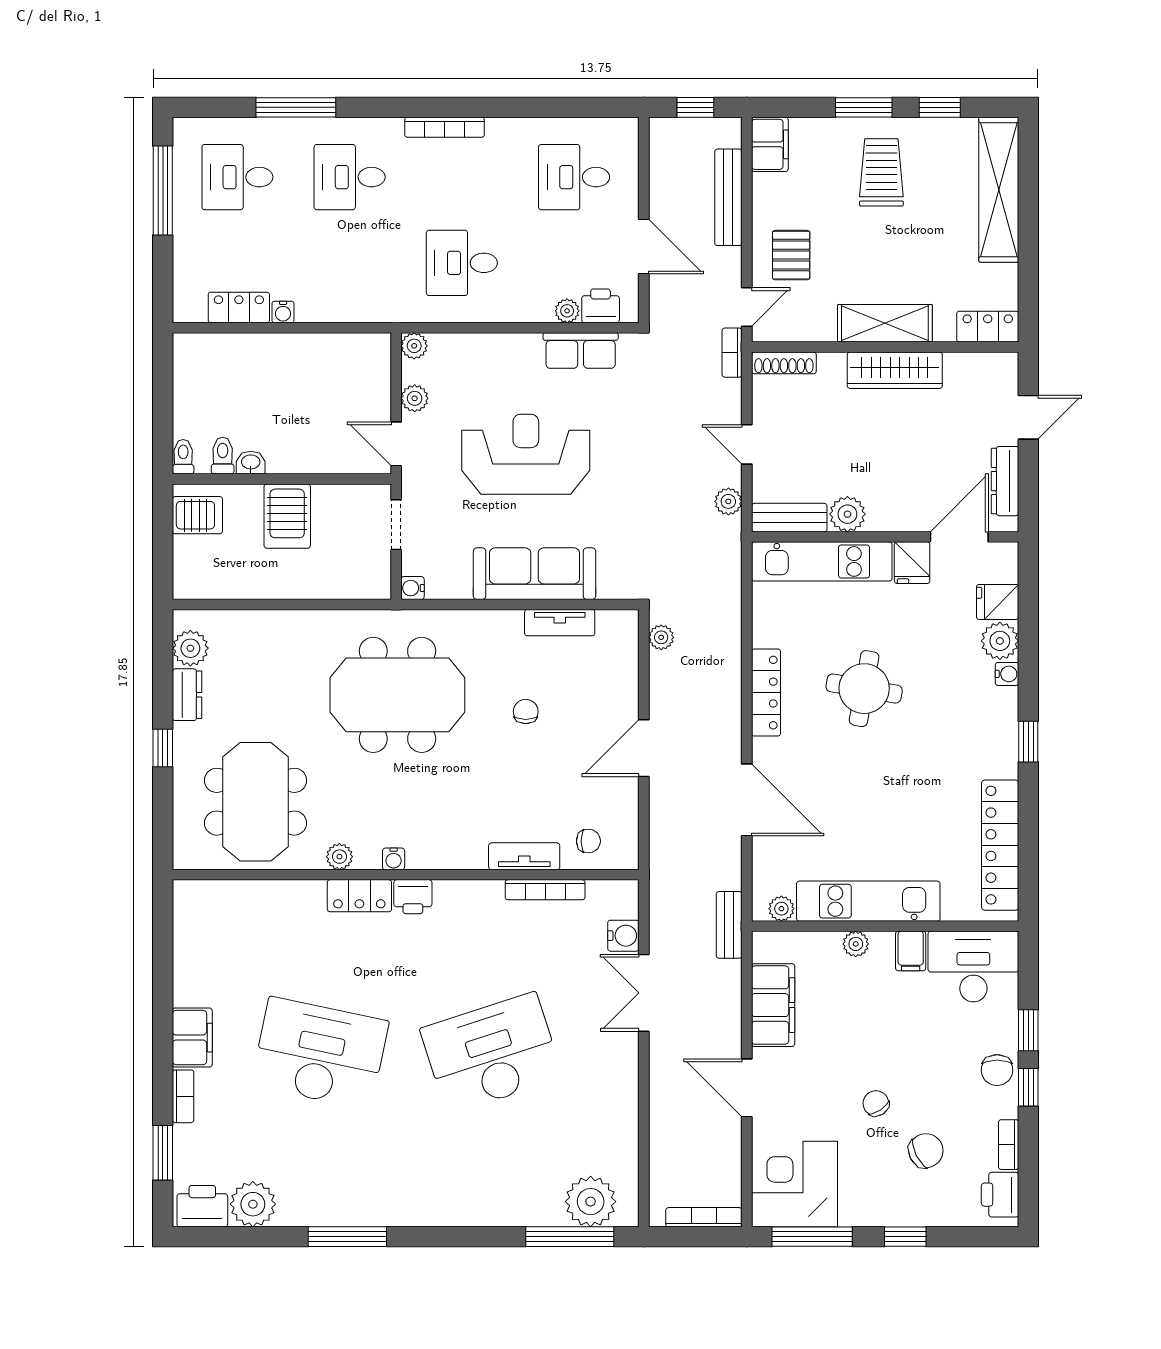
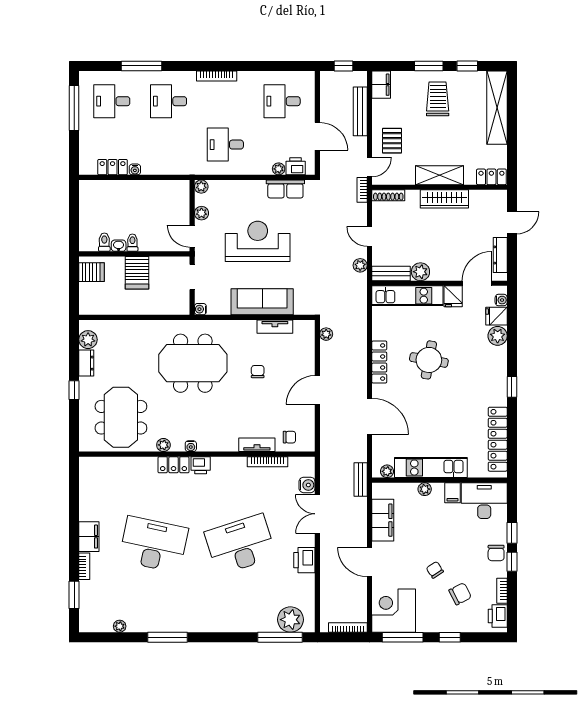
toilet: (183, 457) -> (132, 243), moved
water cooler: (1007, 674) -> (501, 300), moved
plant: (253, 1204) -> (120, 626), width x0.53, depth x0.53
printer: (202, 1206) -> (304, 560), moved, turned -90

